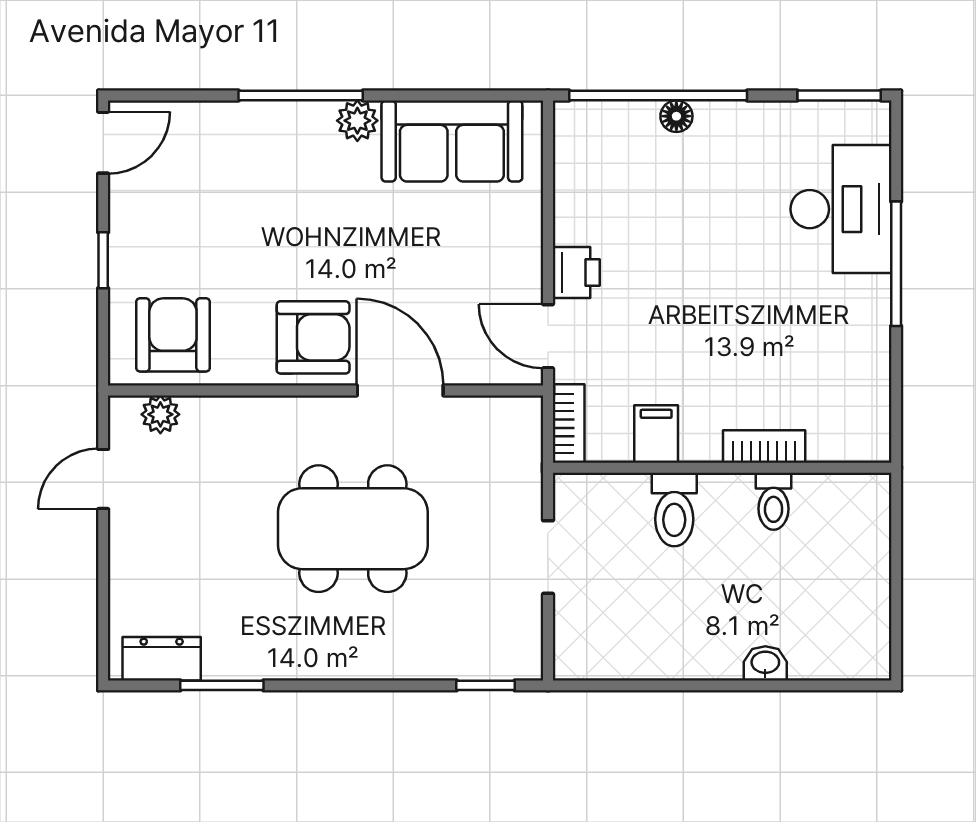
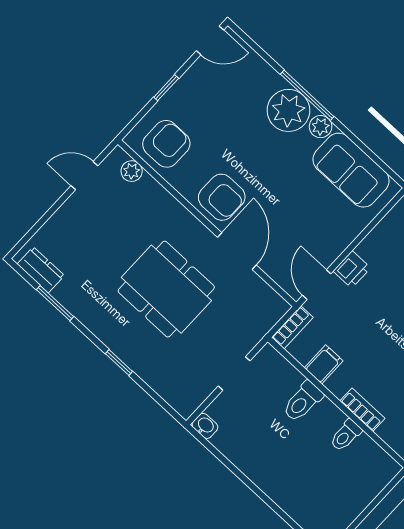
plant: (294, 139) -> (288, 110), added
washbasin: (765, 663) -> (205, 426), moved
window: (486, 685) -> (119, 363), moved

